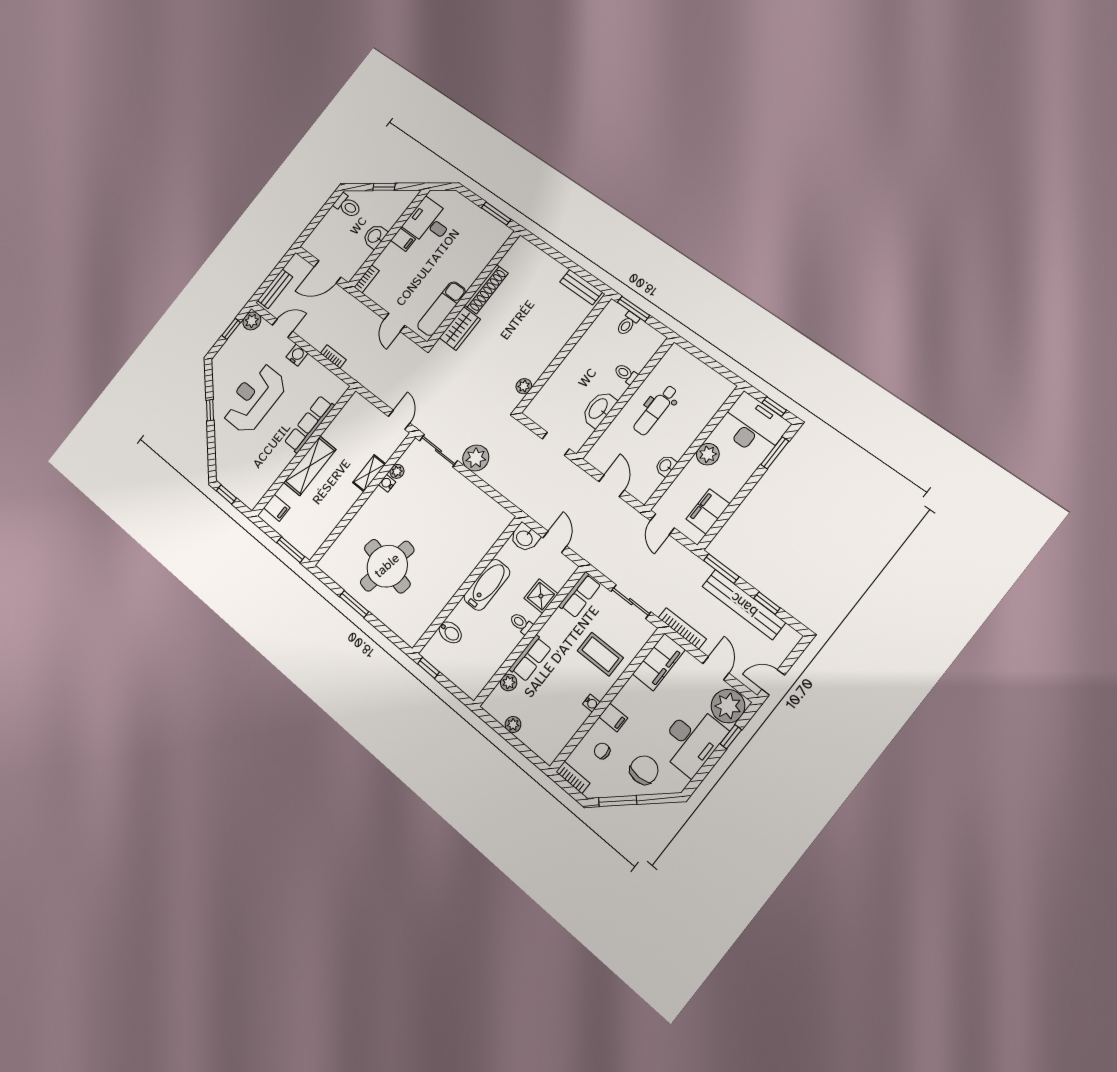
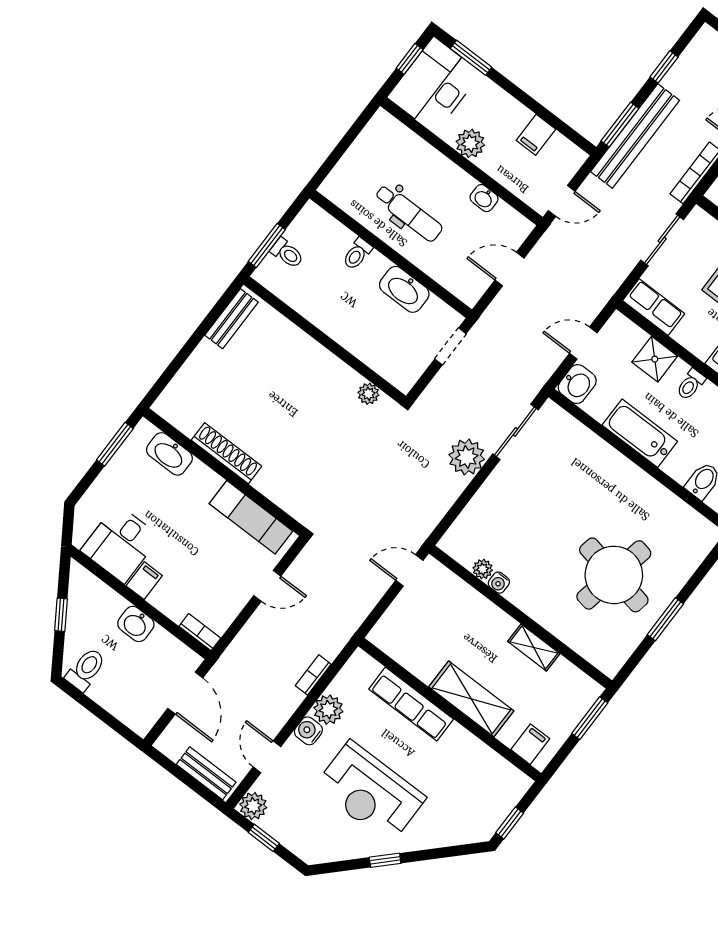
washbasin: (488, 251) -> (169, 454), added
wardrobe: (460, 329) -> (282, 489), removed
plant: (310, 368) -> (328, 710), added
sliding door: (438, 451) -> (515, 432), moved
shelving: (369, 473) -> (534, 648), moved
filing cabinet: (708, 511) -> (536, 135), width x0.50
bench: (744, 604) -> (635, 136), moved

